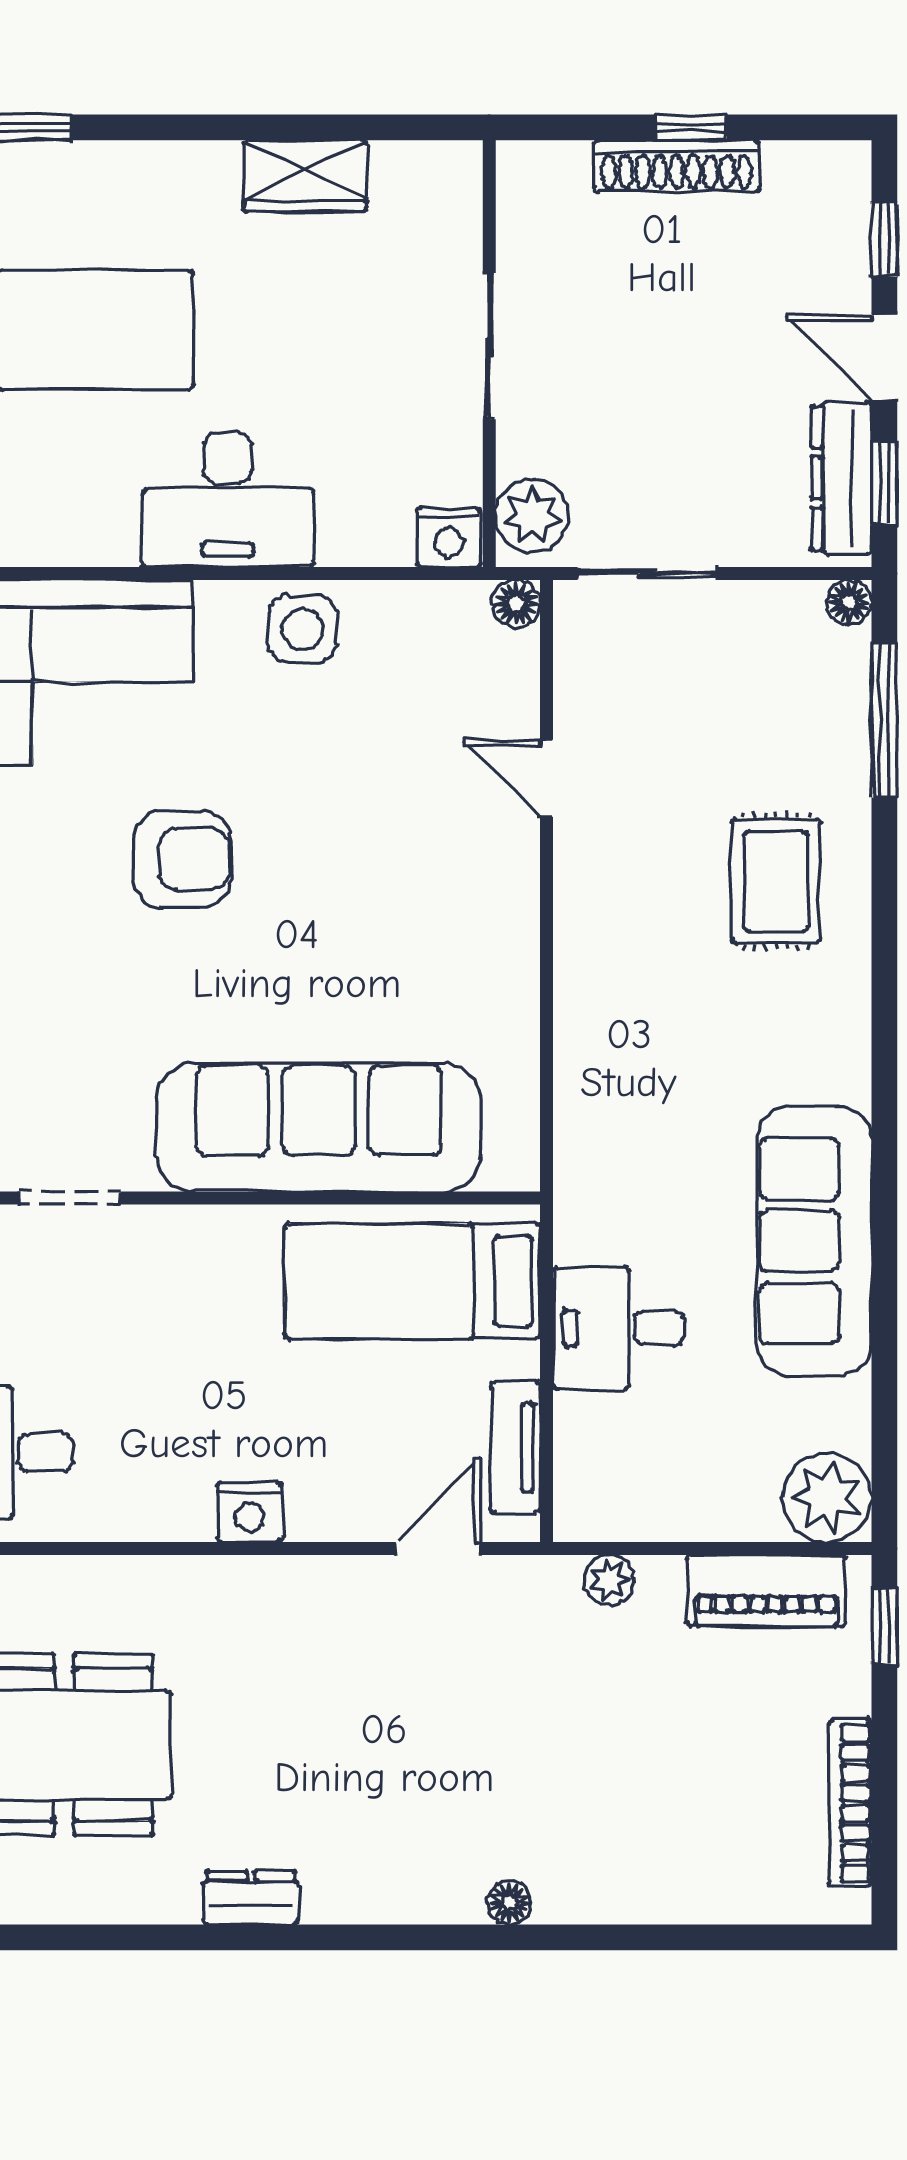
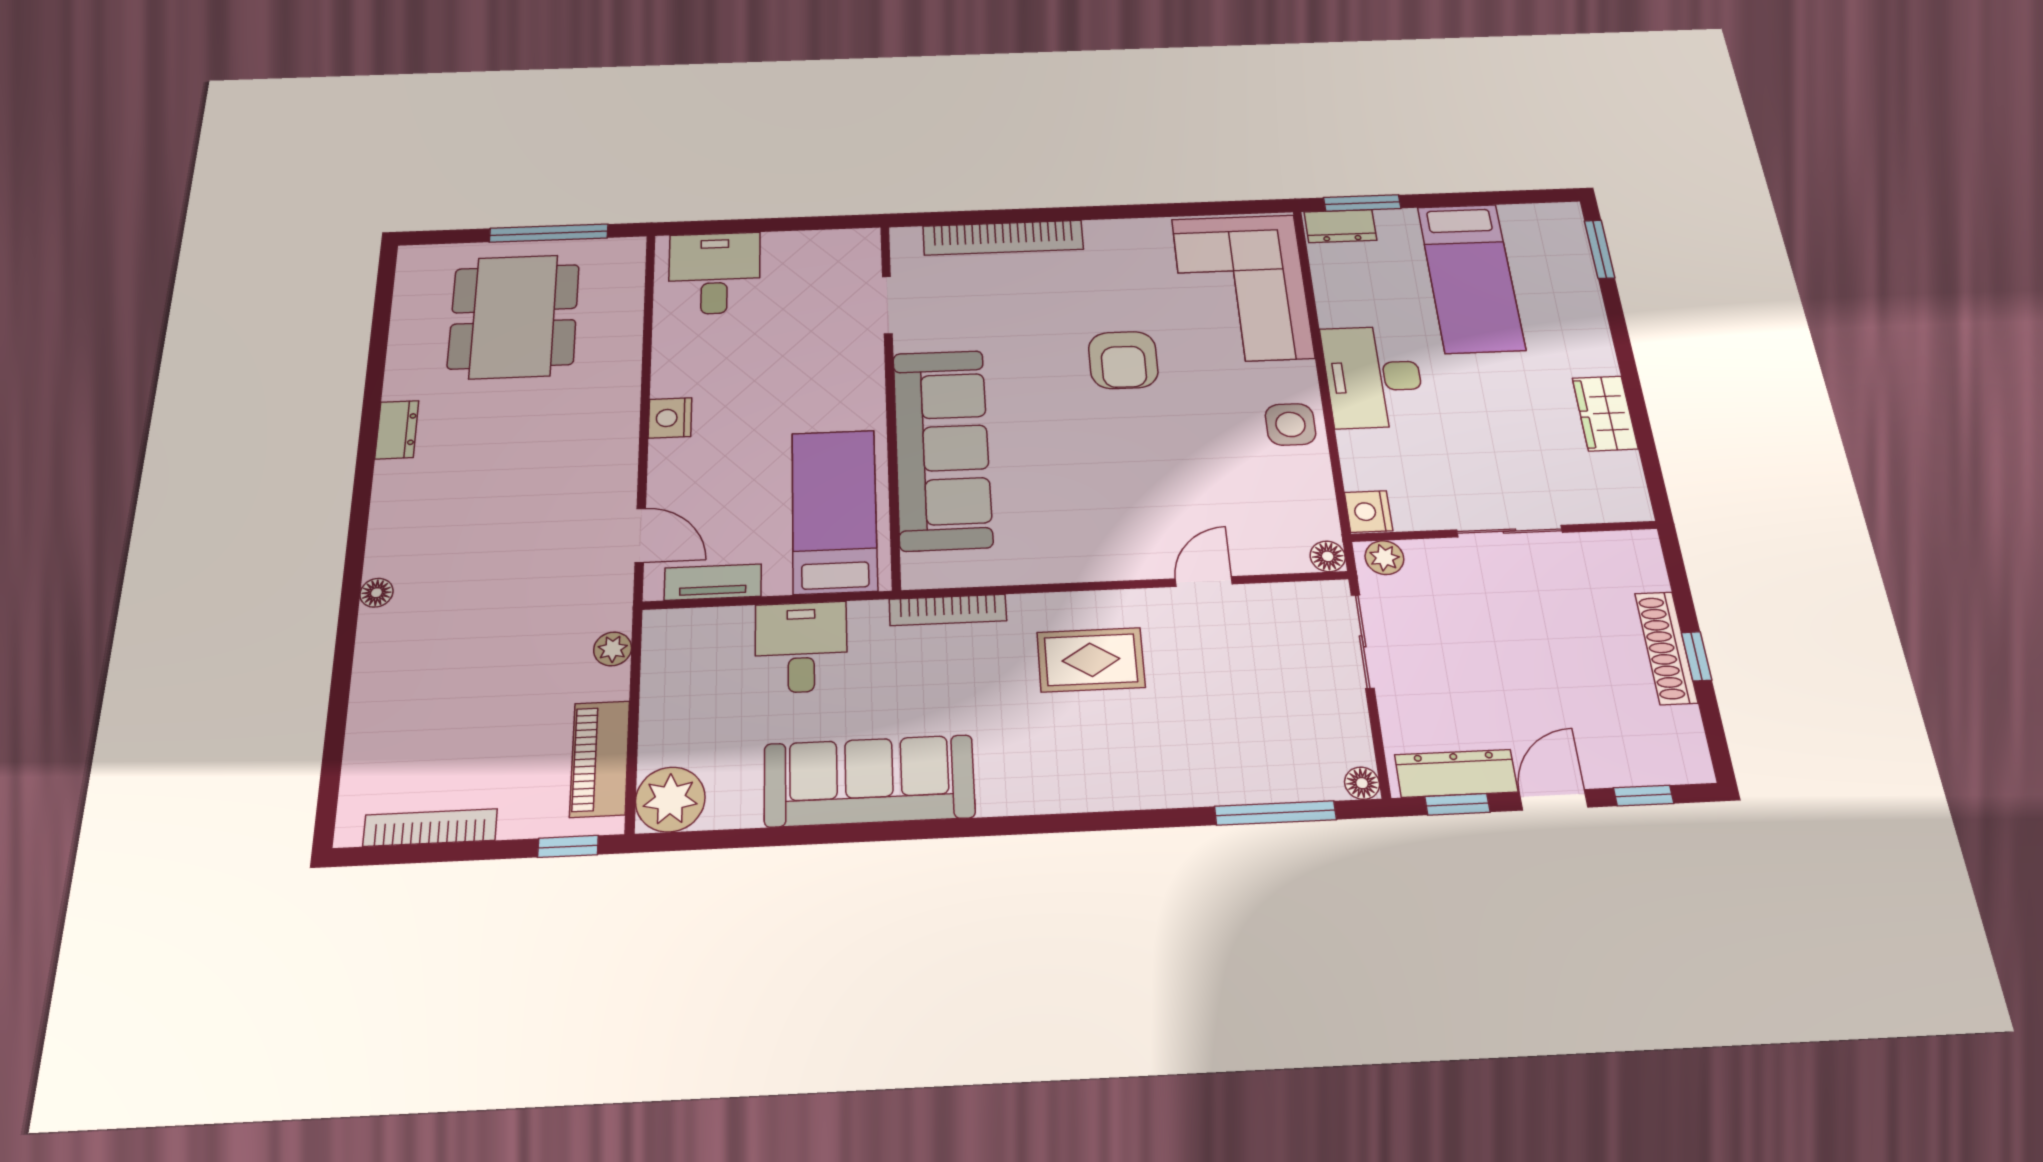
plant: (532, 516) -> (1384, 558), width x0.73, depth x0.73
rug: (776, 881) -> (1091, 660), moved
bookcase: (573, 1129) -> (948, 610), added

